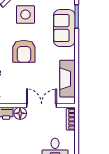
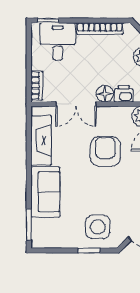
sofa: (64, 28) -> (45, 192), moved
armchair: (24, 51) -> (105, 151), moved

